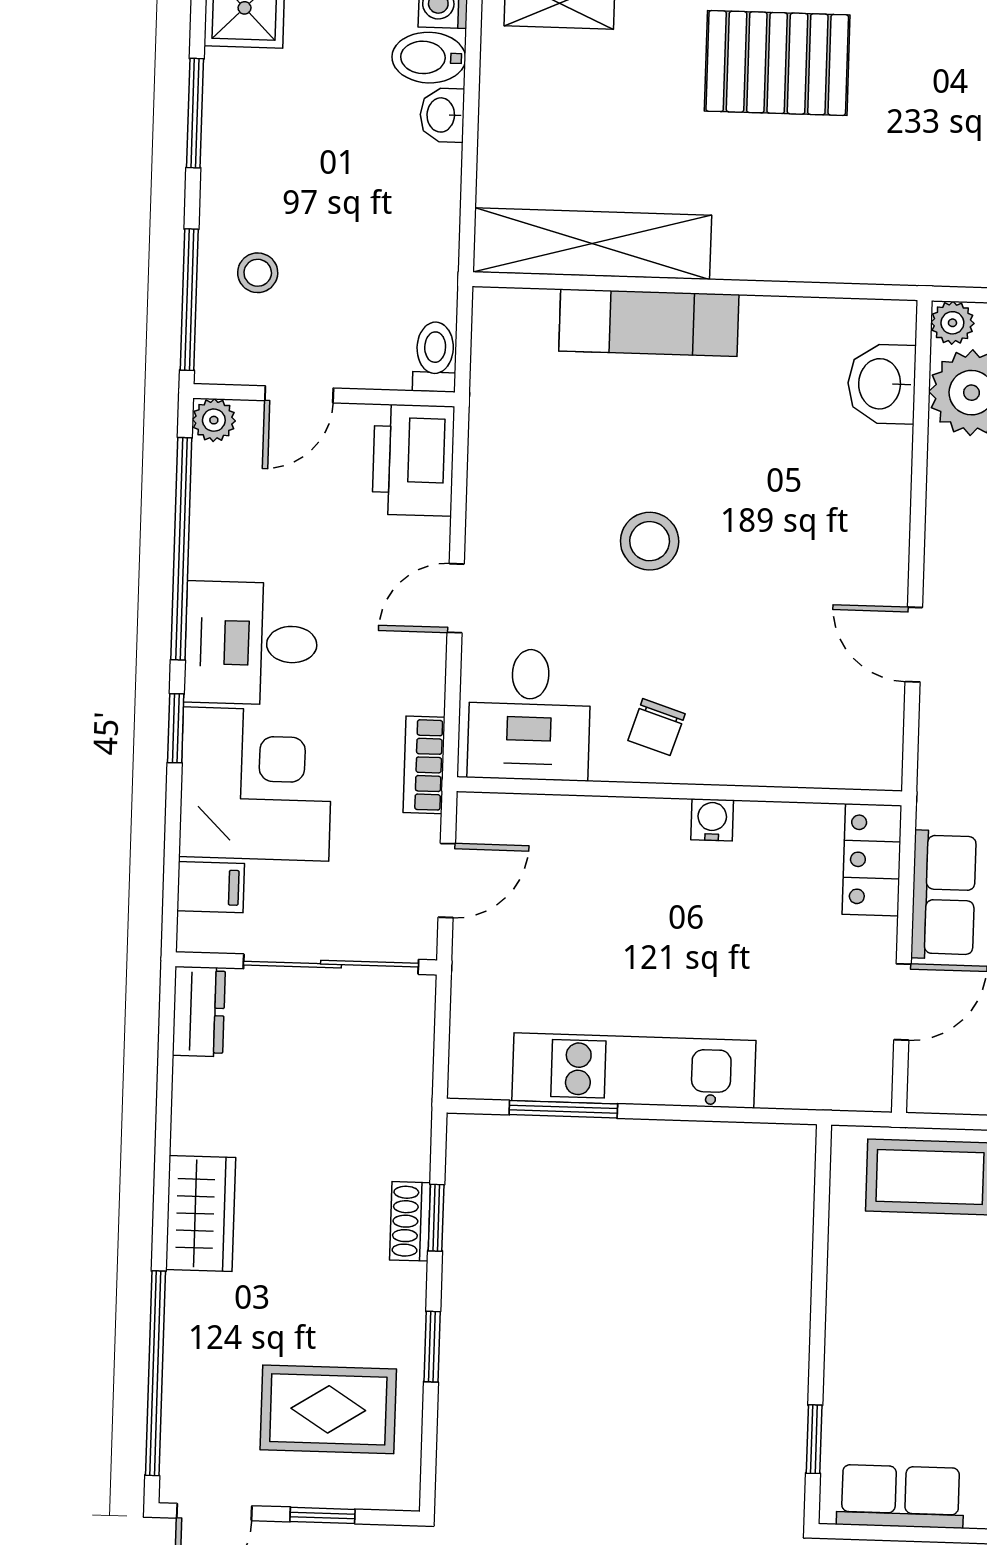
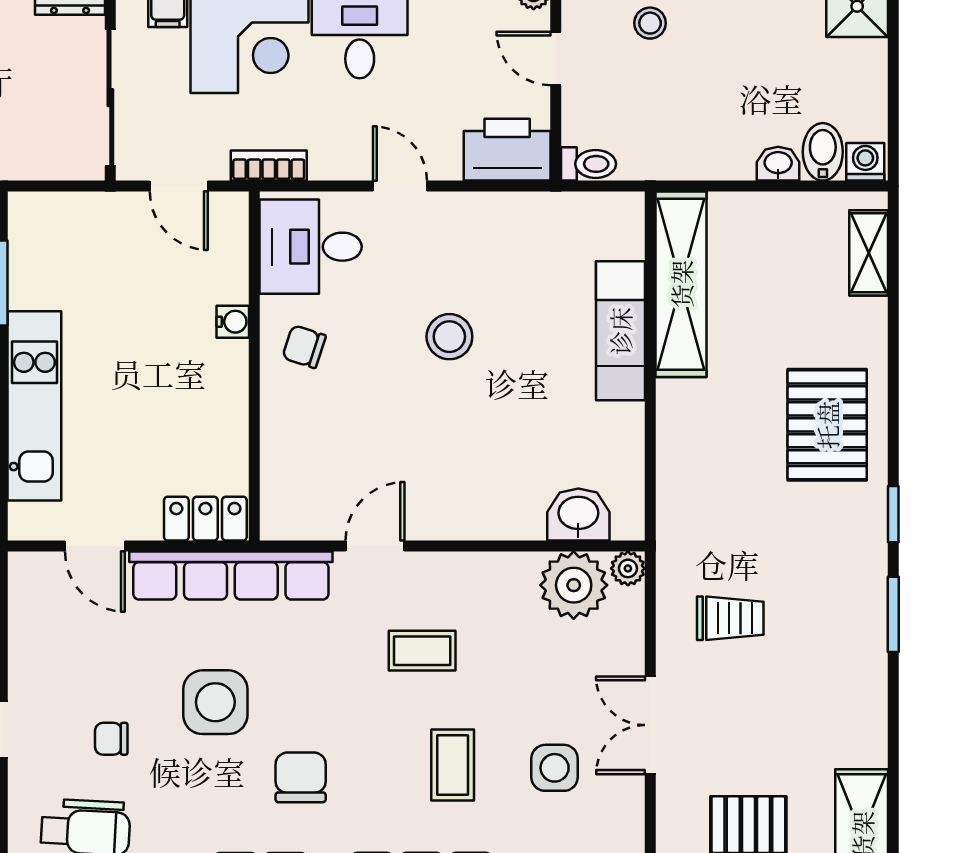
water cooler: (712, 820) -> (233, 322), moved
row of seats: (943, 895) -> (231, 576), width x2.02
kitchen unit: (634, 1071) -> (34, 406), moved

